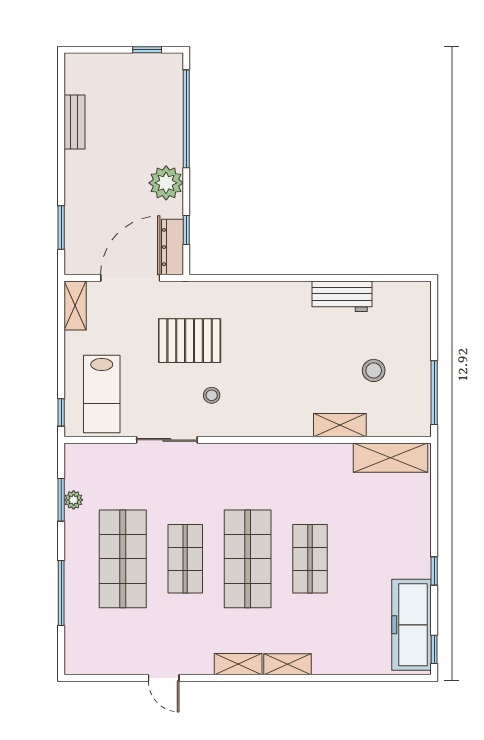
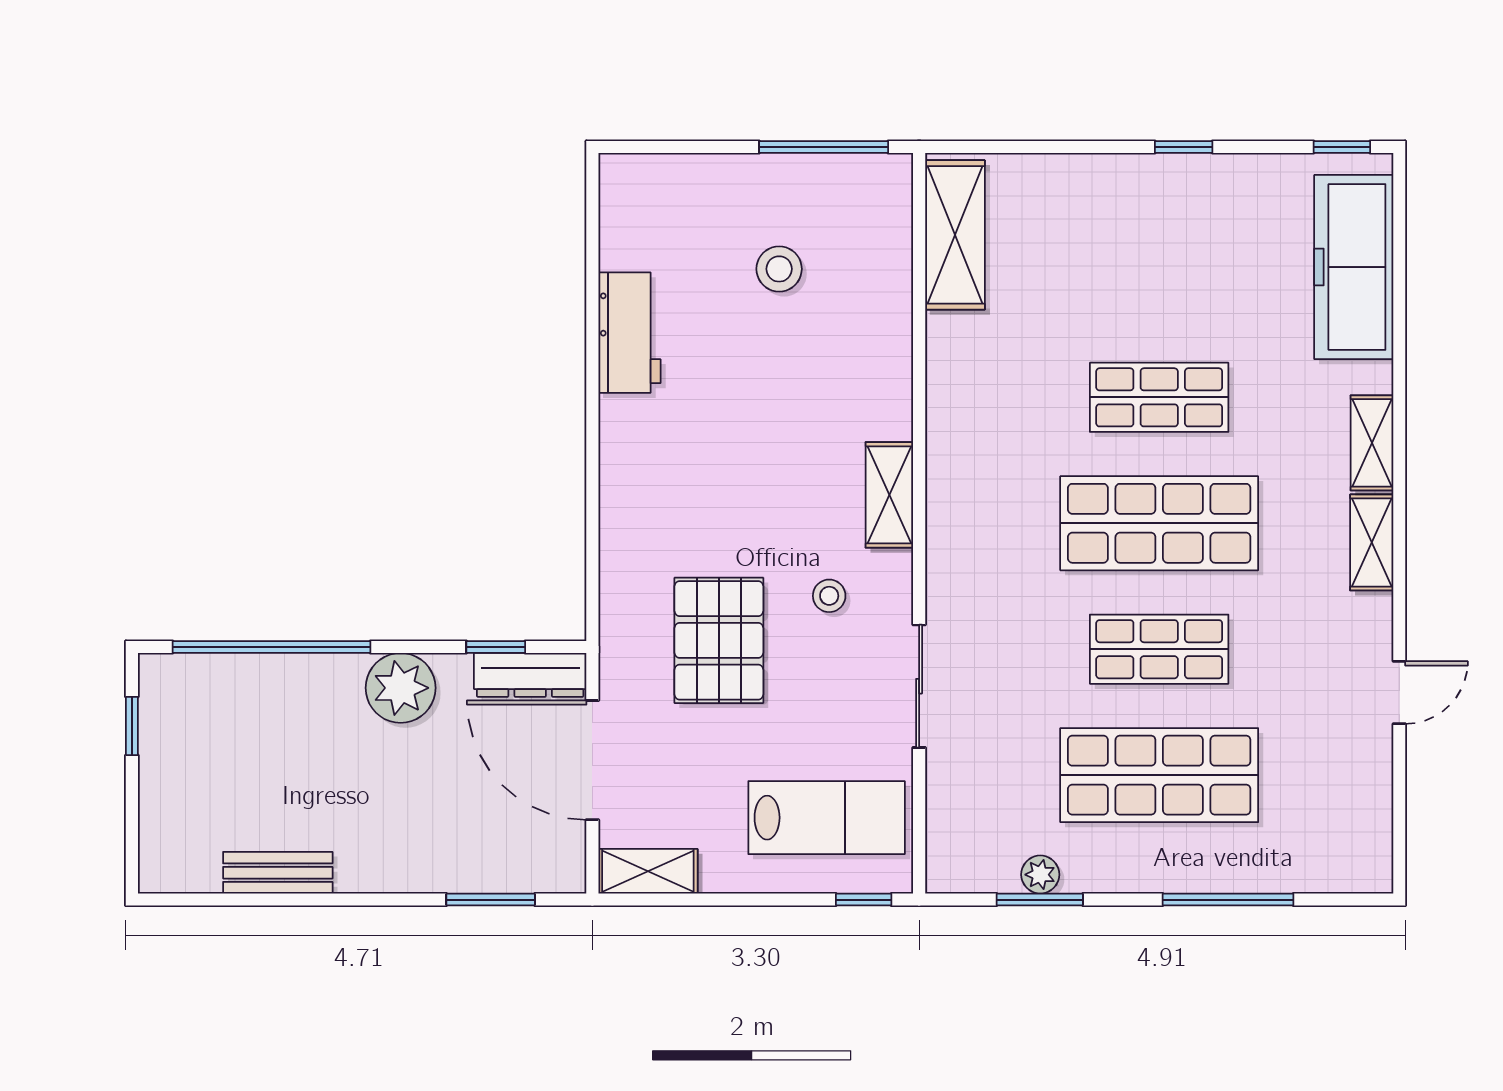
shelving: (340, 425) -> (889, 495), moved
freezer: (412, 625) -> (1354, 267), moved, turned 90

